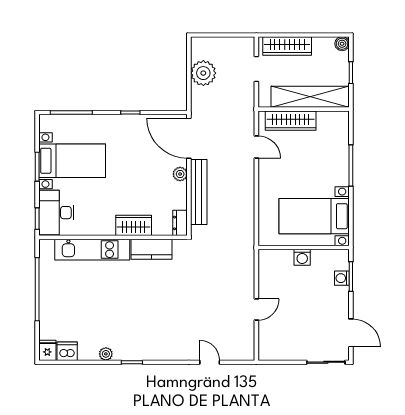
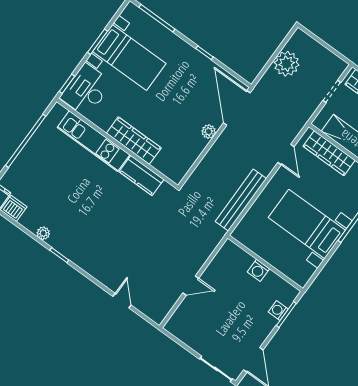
bench: (199, 192) -> (241, 200), moved
bed with nightstands: (314, 216) -> (307, 224), moved
dresser: (180, 223) -> (180, 171), removed
wardrobe: (134, 225) -> (134, 141), width x1.50

